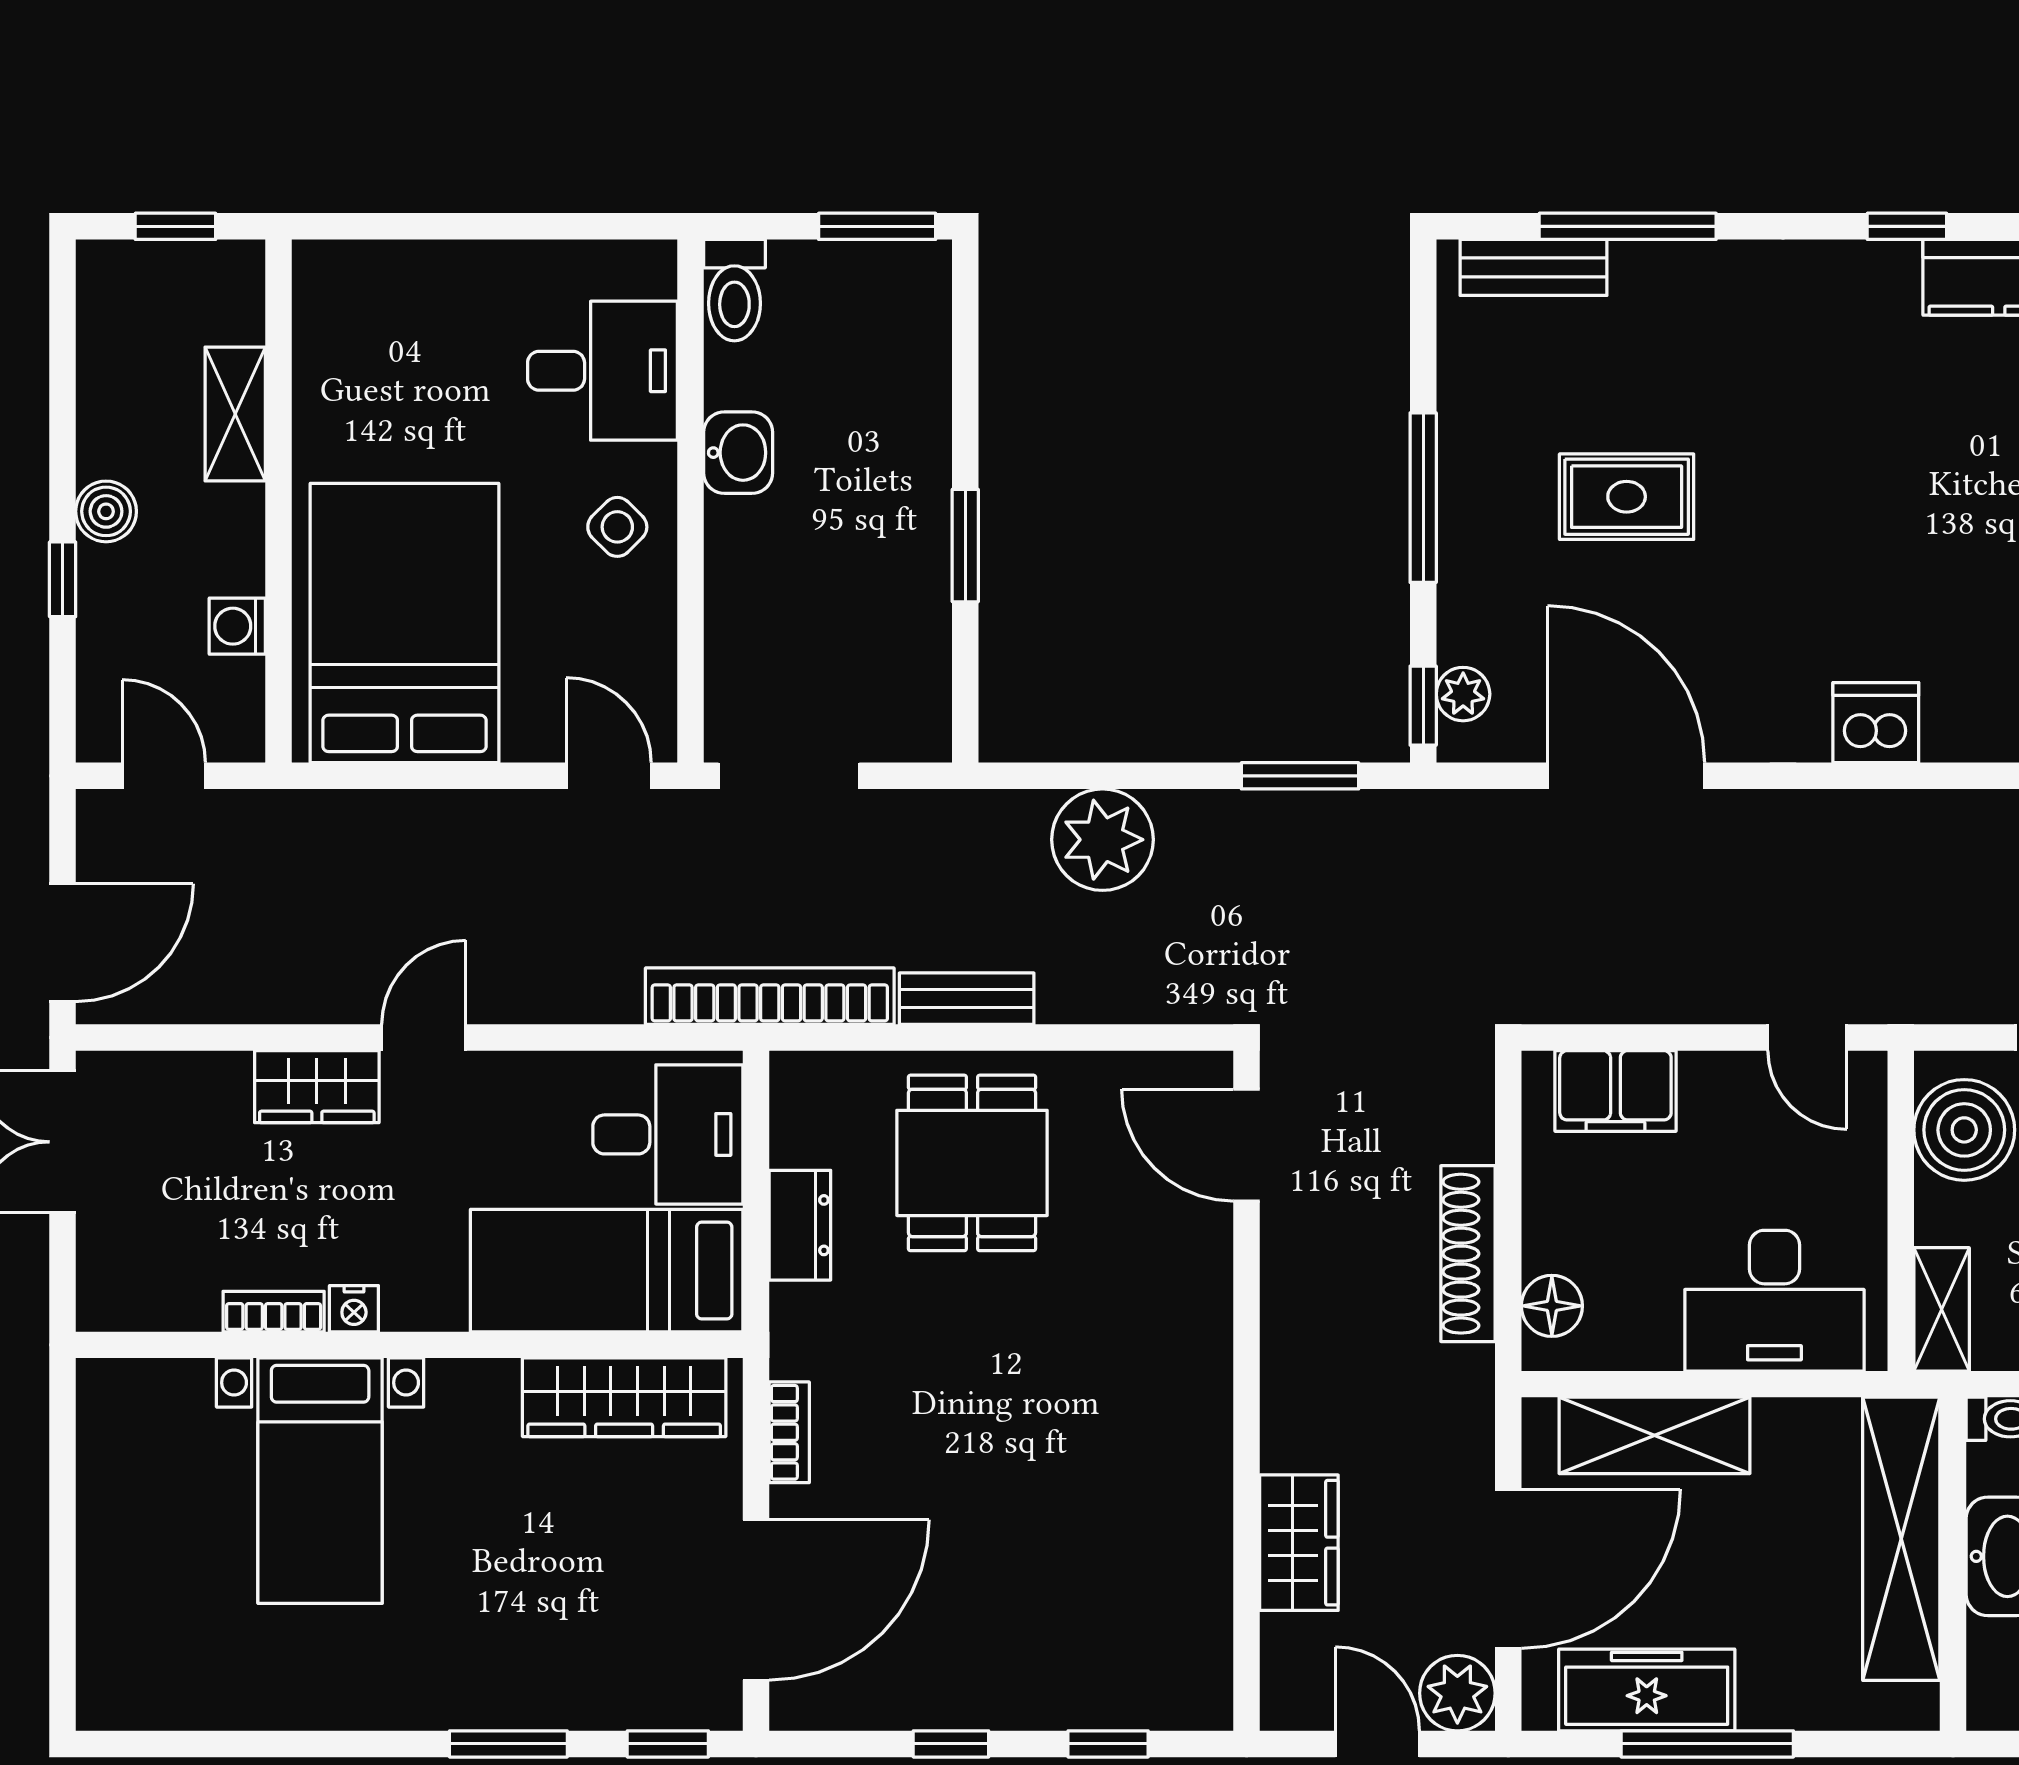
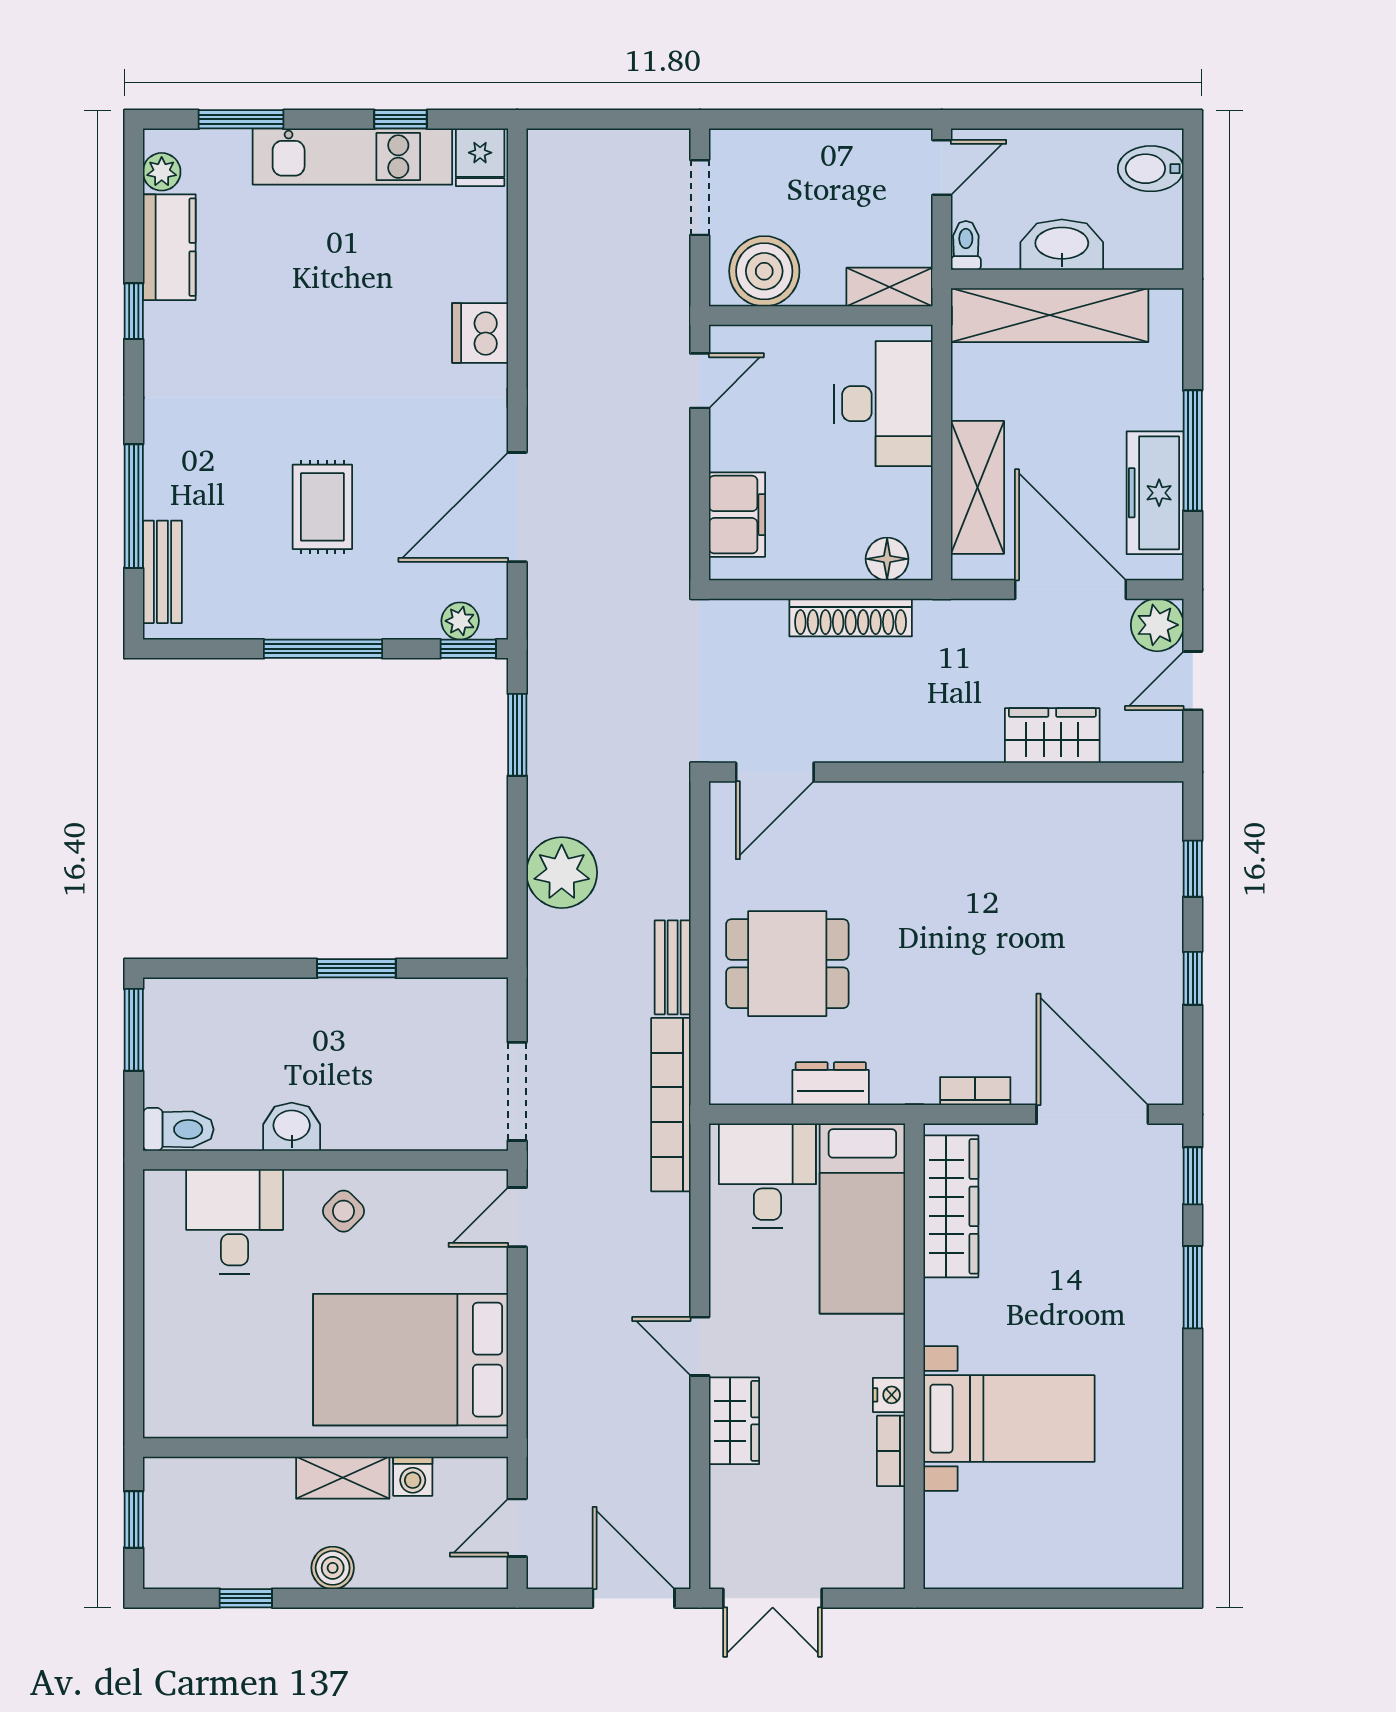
shelving: (235, 414) -> (343, 1478), moved
window: (63, 579) -> (246, 1598), moved

